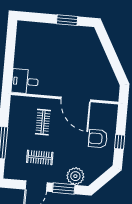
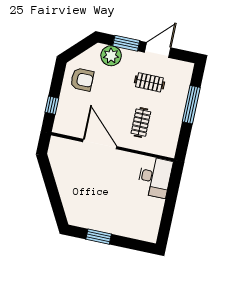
desk: (25, 81) -> (155, 177), width x1.37
armchair: (98, 139) -> (82, 80), moved
window: (120, 142) -> (52, 105), moved

